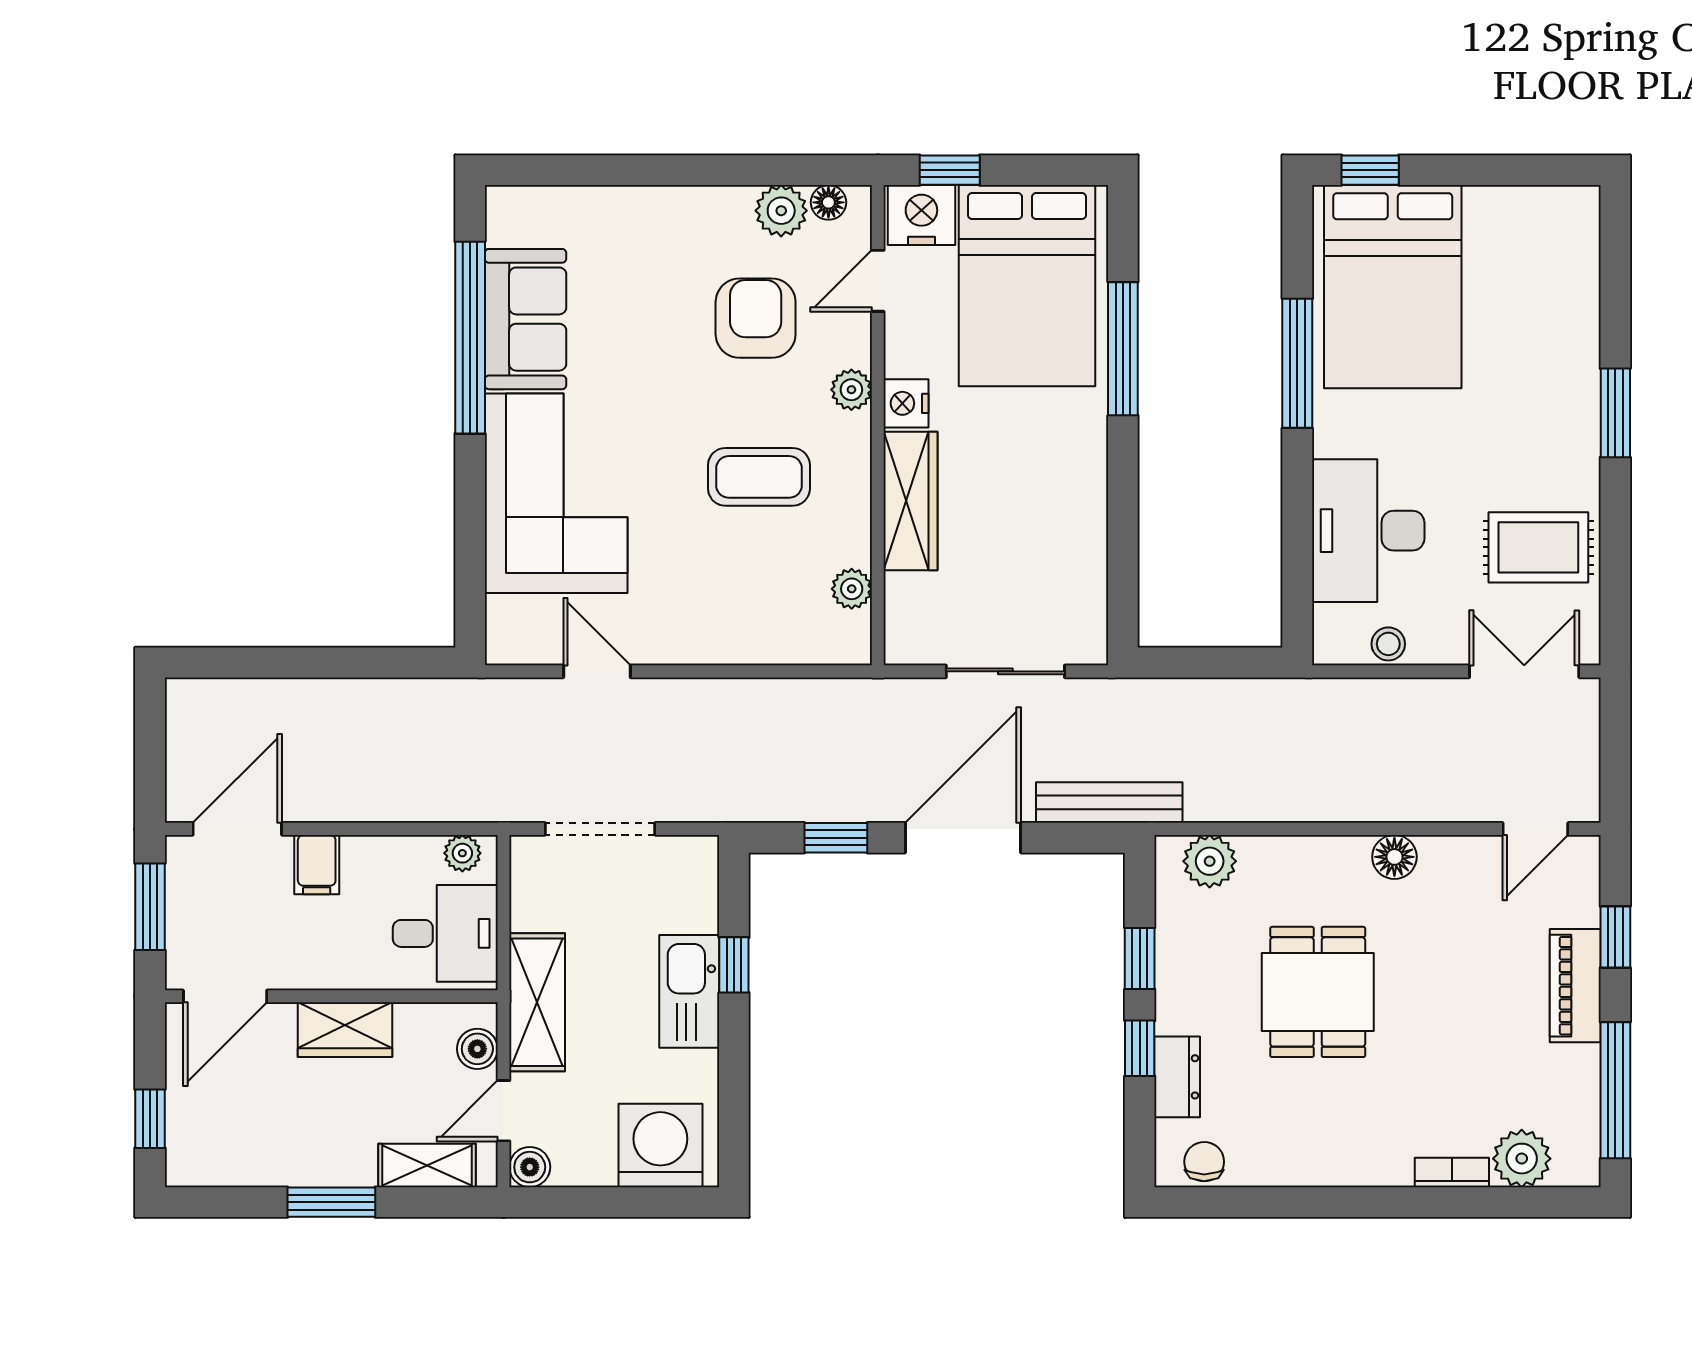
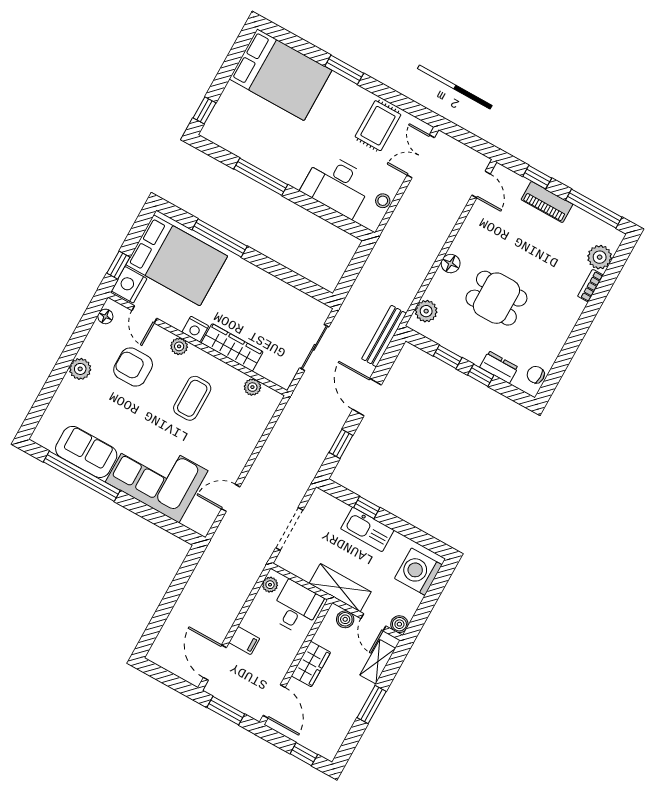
plant: (781, 211) -> (80, 369), moved
bed: (1393, 287) -> (281, 75), moved
door: (963, 838) -> (367, 397), width x0.73
floor lamp: (1394, 857) -> (451, 264), moved

